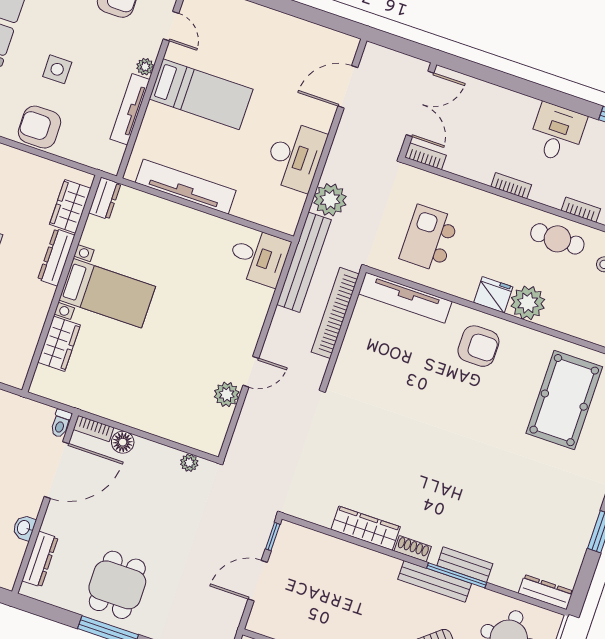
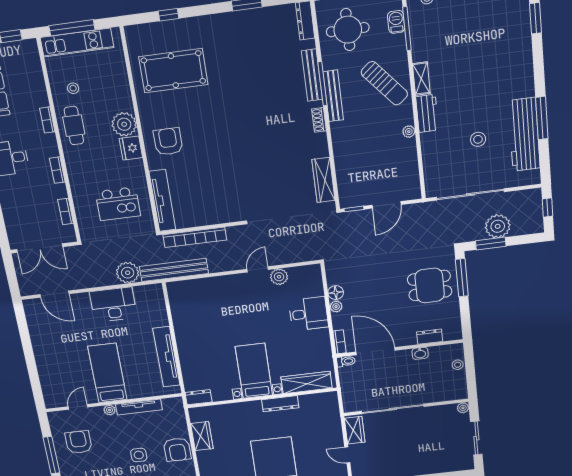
double door: (420, 104) -> (40, 248), swing flipped
bookcase: (426, 156) -> (66, 212), moved
wardrobe: (70, 206) -> (202, 436), moved, turned -90
dresser: (56, 257) -> (280, 404), moved
desk: (259, 257) -> (308, 314), moved, turned 90
wardrobe: (59, 344) -> (307, 382), width x1.50
door: (251, 372) -> (258, 269), hinge flipped
floor lamp: (123, 442) -> (336, 293), moved
plant: (189, 463) -> (336, 307), moved
wardrobe: (366, 528) -> (323, 180), moved
dresser: (40, 559) -> (430, 337), width x0.70
bench: (465, 565) -> (312, 75), width x1.36
door: (258, 581) -> (387, 205), hinge flipped

